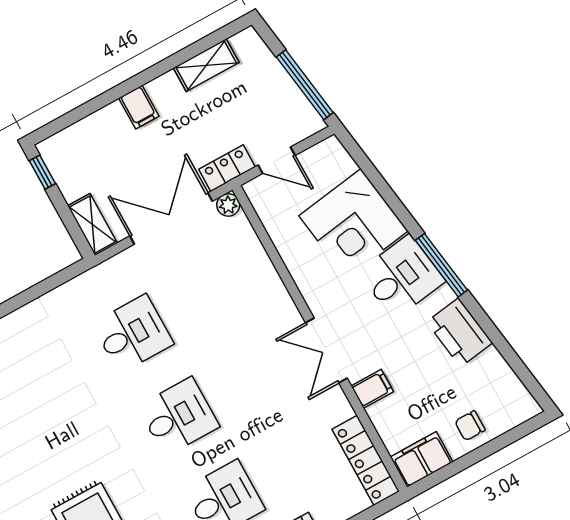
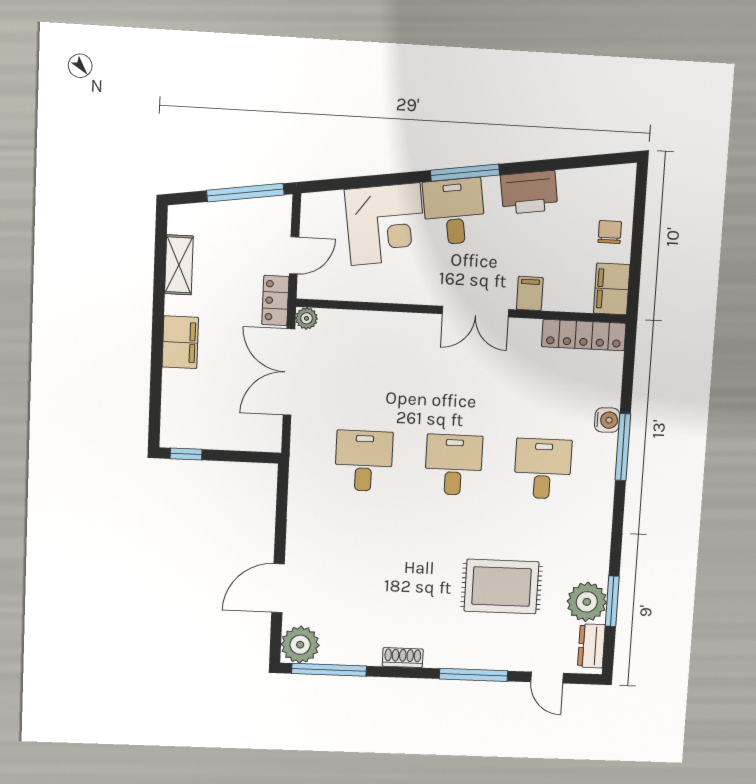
filing cabinet: (139, 107) -> (180, 342), width x2.00
shelving: (93, 224) -> (254, 439), removed
chair: (470, 426) -> (610, 232), turned 180

